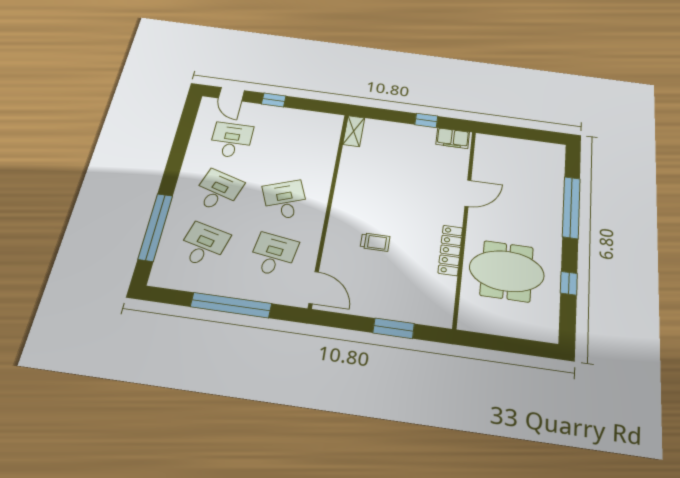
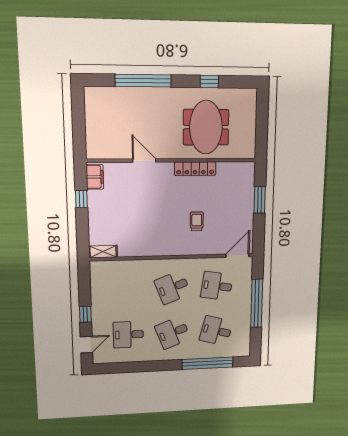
desk: (218, 191) -> (173, 333), turned -39

